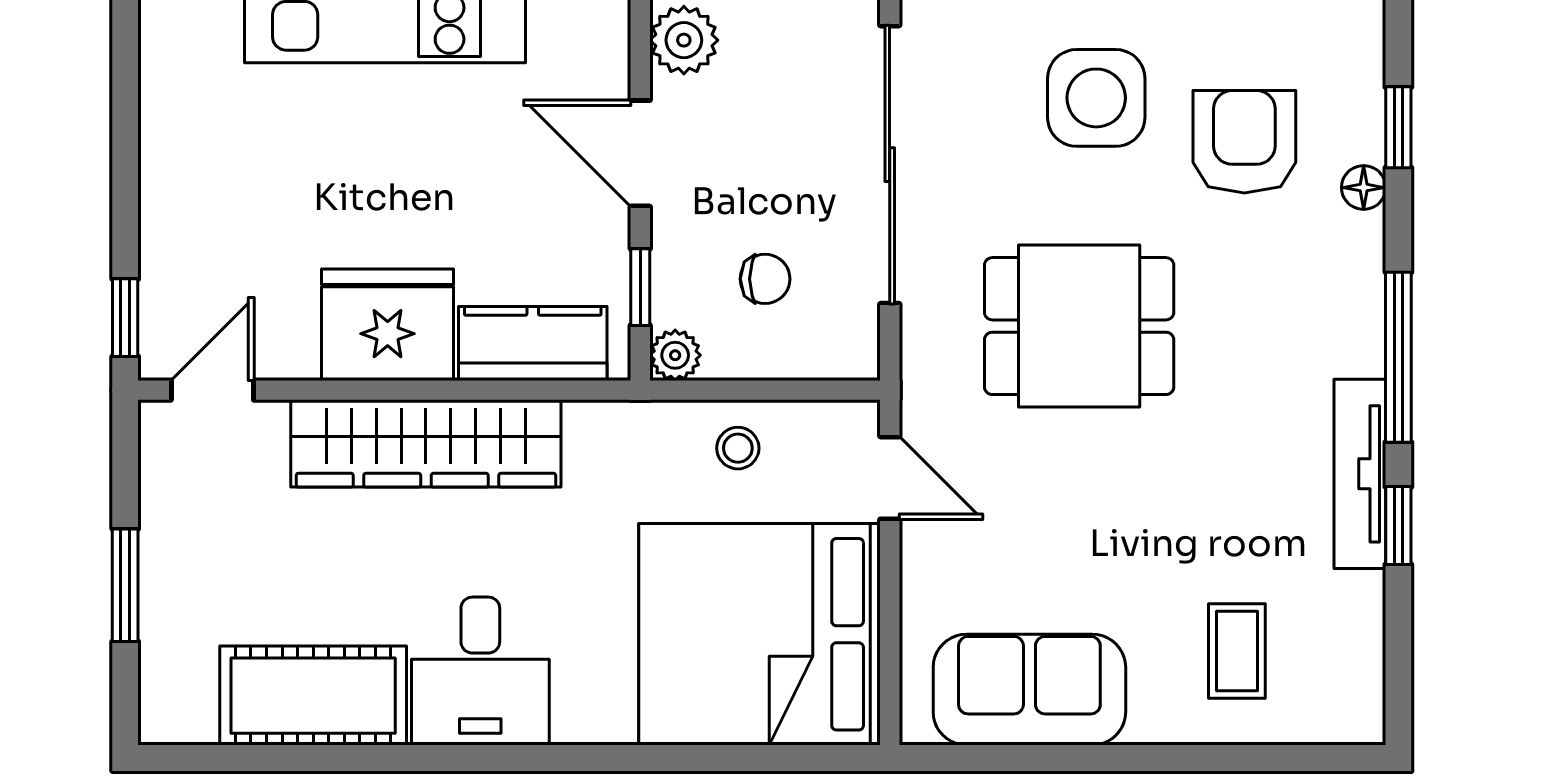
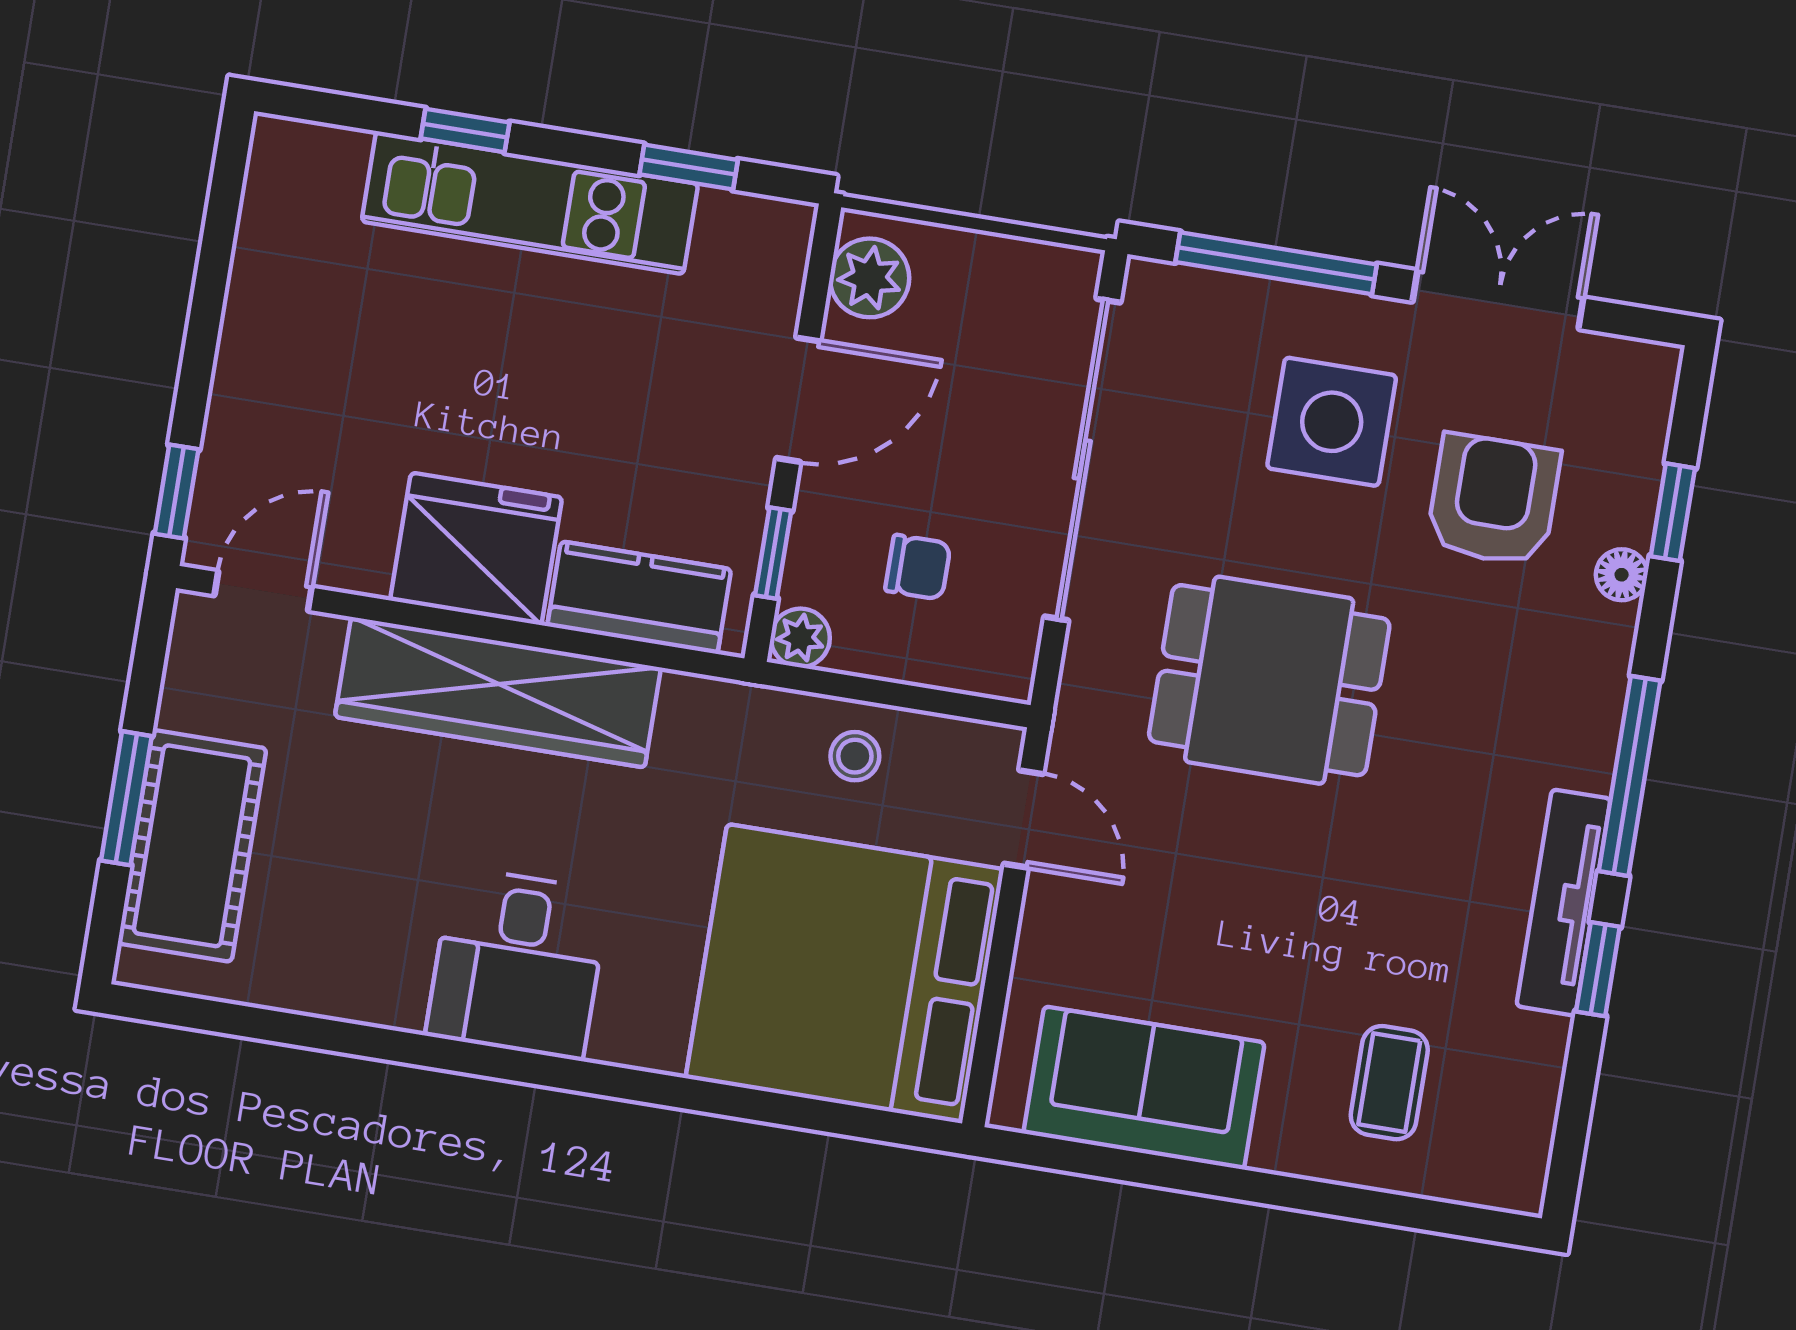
door: (640, 153) -> (798, 400), swing flipped
cot: (313, 696) -> (192, 846), moved, turned 90

